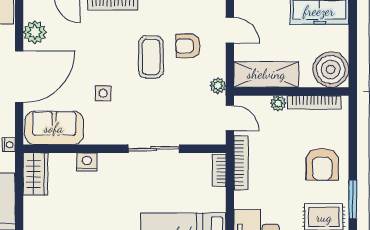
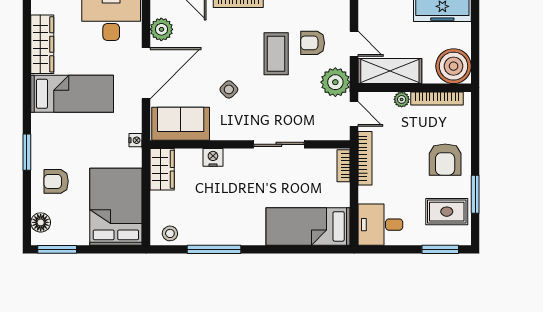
door: (230, 30) -> (354, 44), moved
plant: (218, 86) -> (335, 82), width x1.88, depth x1.88
side table: (103, 93) -> (229, 89), turned 45

